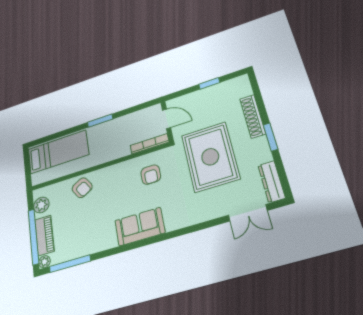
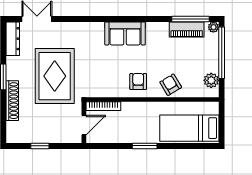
door: (166, 119) -> (84, 125), swing flipped
armchair: (151, 175) -> (138, 81), moved
piano: (44, 235) -> (187, 29), moved, turned -90

